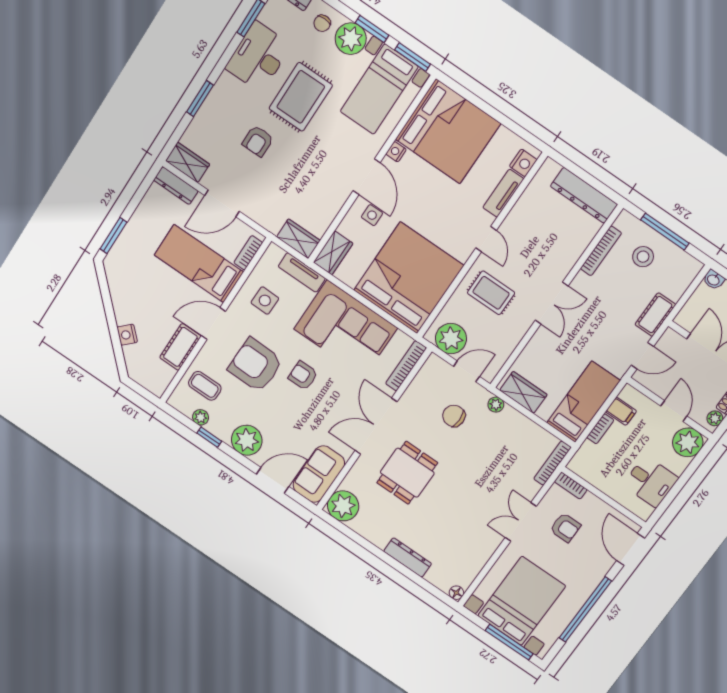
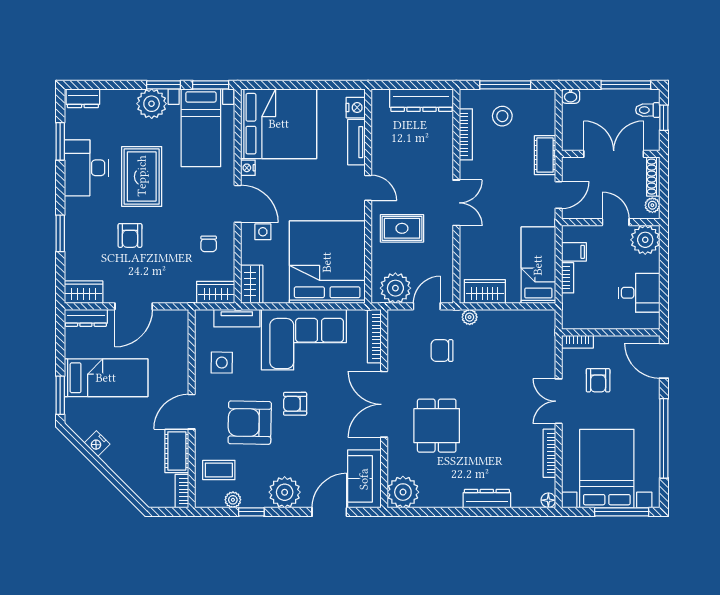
chair: (322, 23) -> (209, 244), moved
bookcase: (248, 253) -> (182, 491), moved
bed: (199, 264) -> (106, 378), moved, turned 180
nightstand: (127, 335) -> (97, 444), moved
bookcase: (552, 463) -> (549, 453), moved
armchair: (565, 528) -> (598, 380), turned 90

